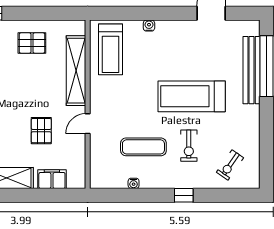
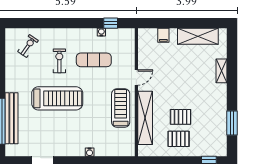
treadmill: (111, 49) -> (121, 108), moved
pallet: (41, 131) -> (181, 117), moved, turned 90
filing cabinet: (52, 179) -> (163, 35), width x0.50
window: (184, 195) -> (111, 23), moved

